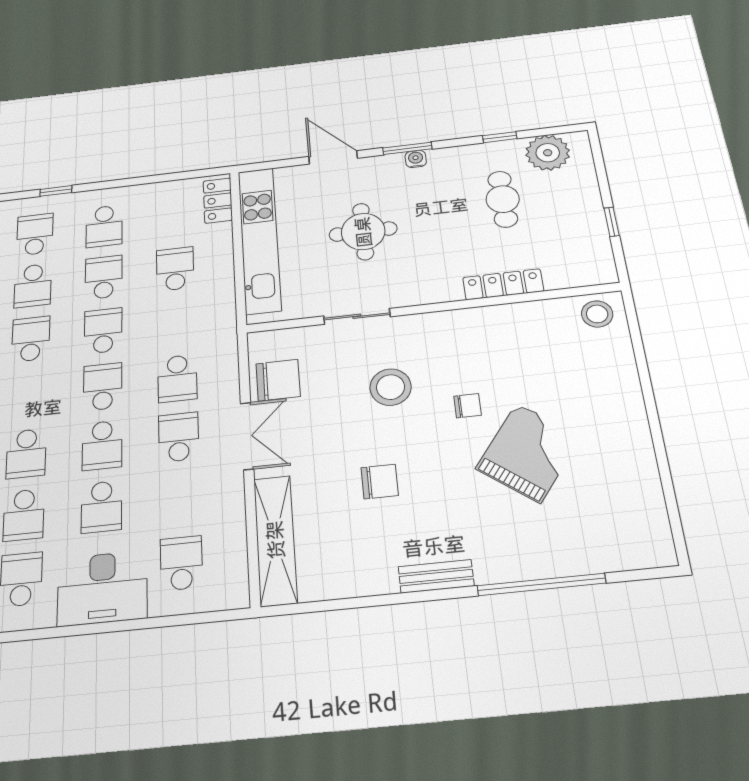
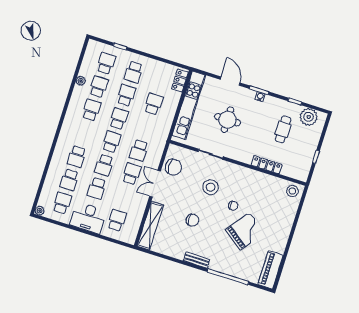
school desk: (33, 286) -> (99, 87), turned 180
double door: (247, 436) -> (155, 184), swing flipped
piano: (646, 519) -> (271, 270), added

